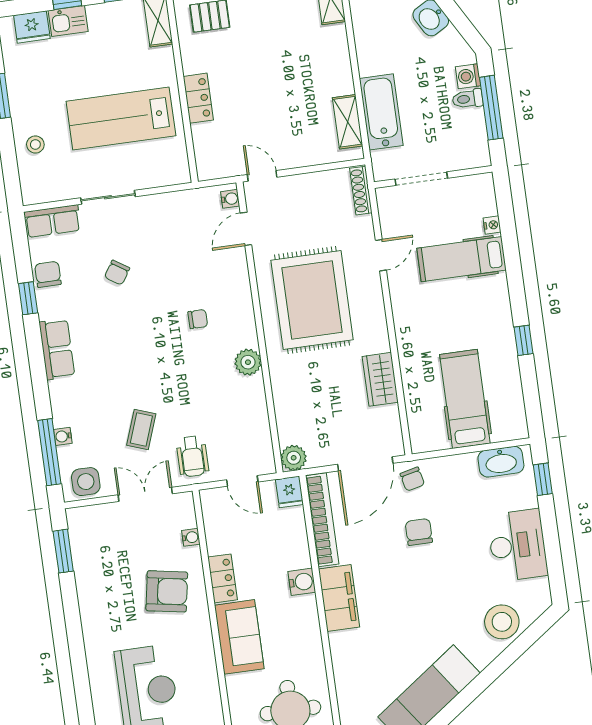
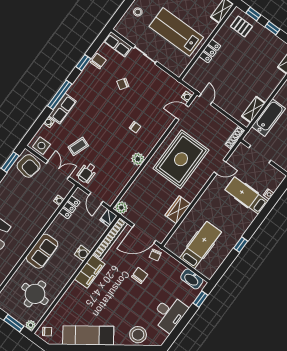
row of seats: (57, 349) -> (62, 109), moved
window: (49, 452) -> (60, 95), moved
locker: (223, 578) -> (69, 207), moved
armchair: (167, 591) -> (29, 166), moved

